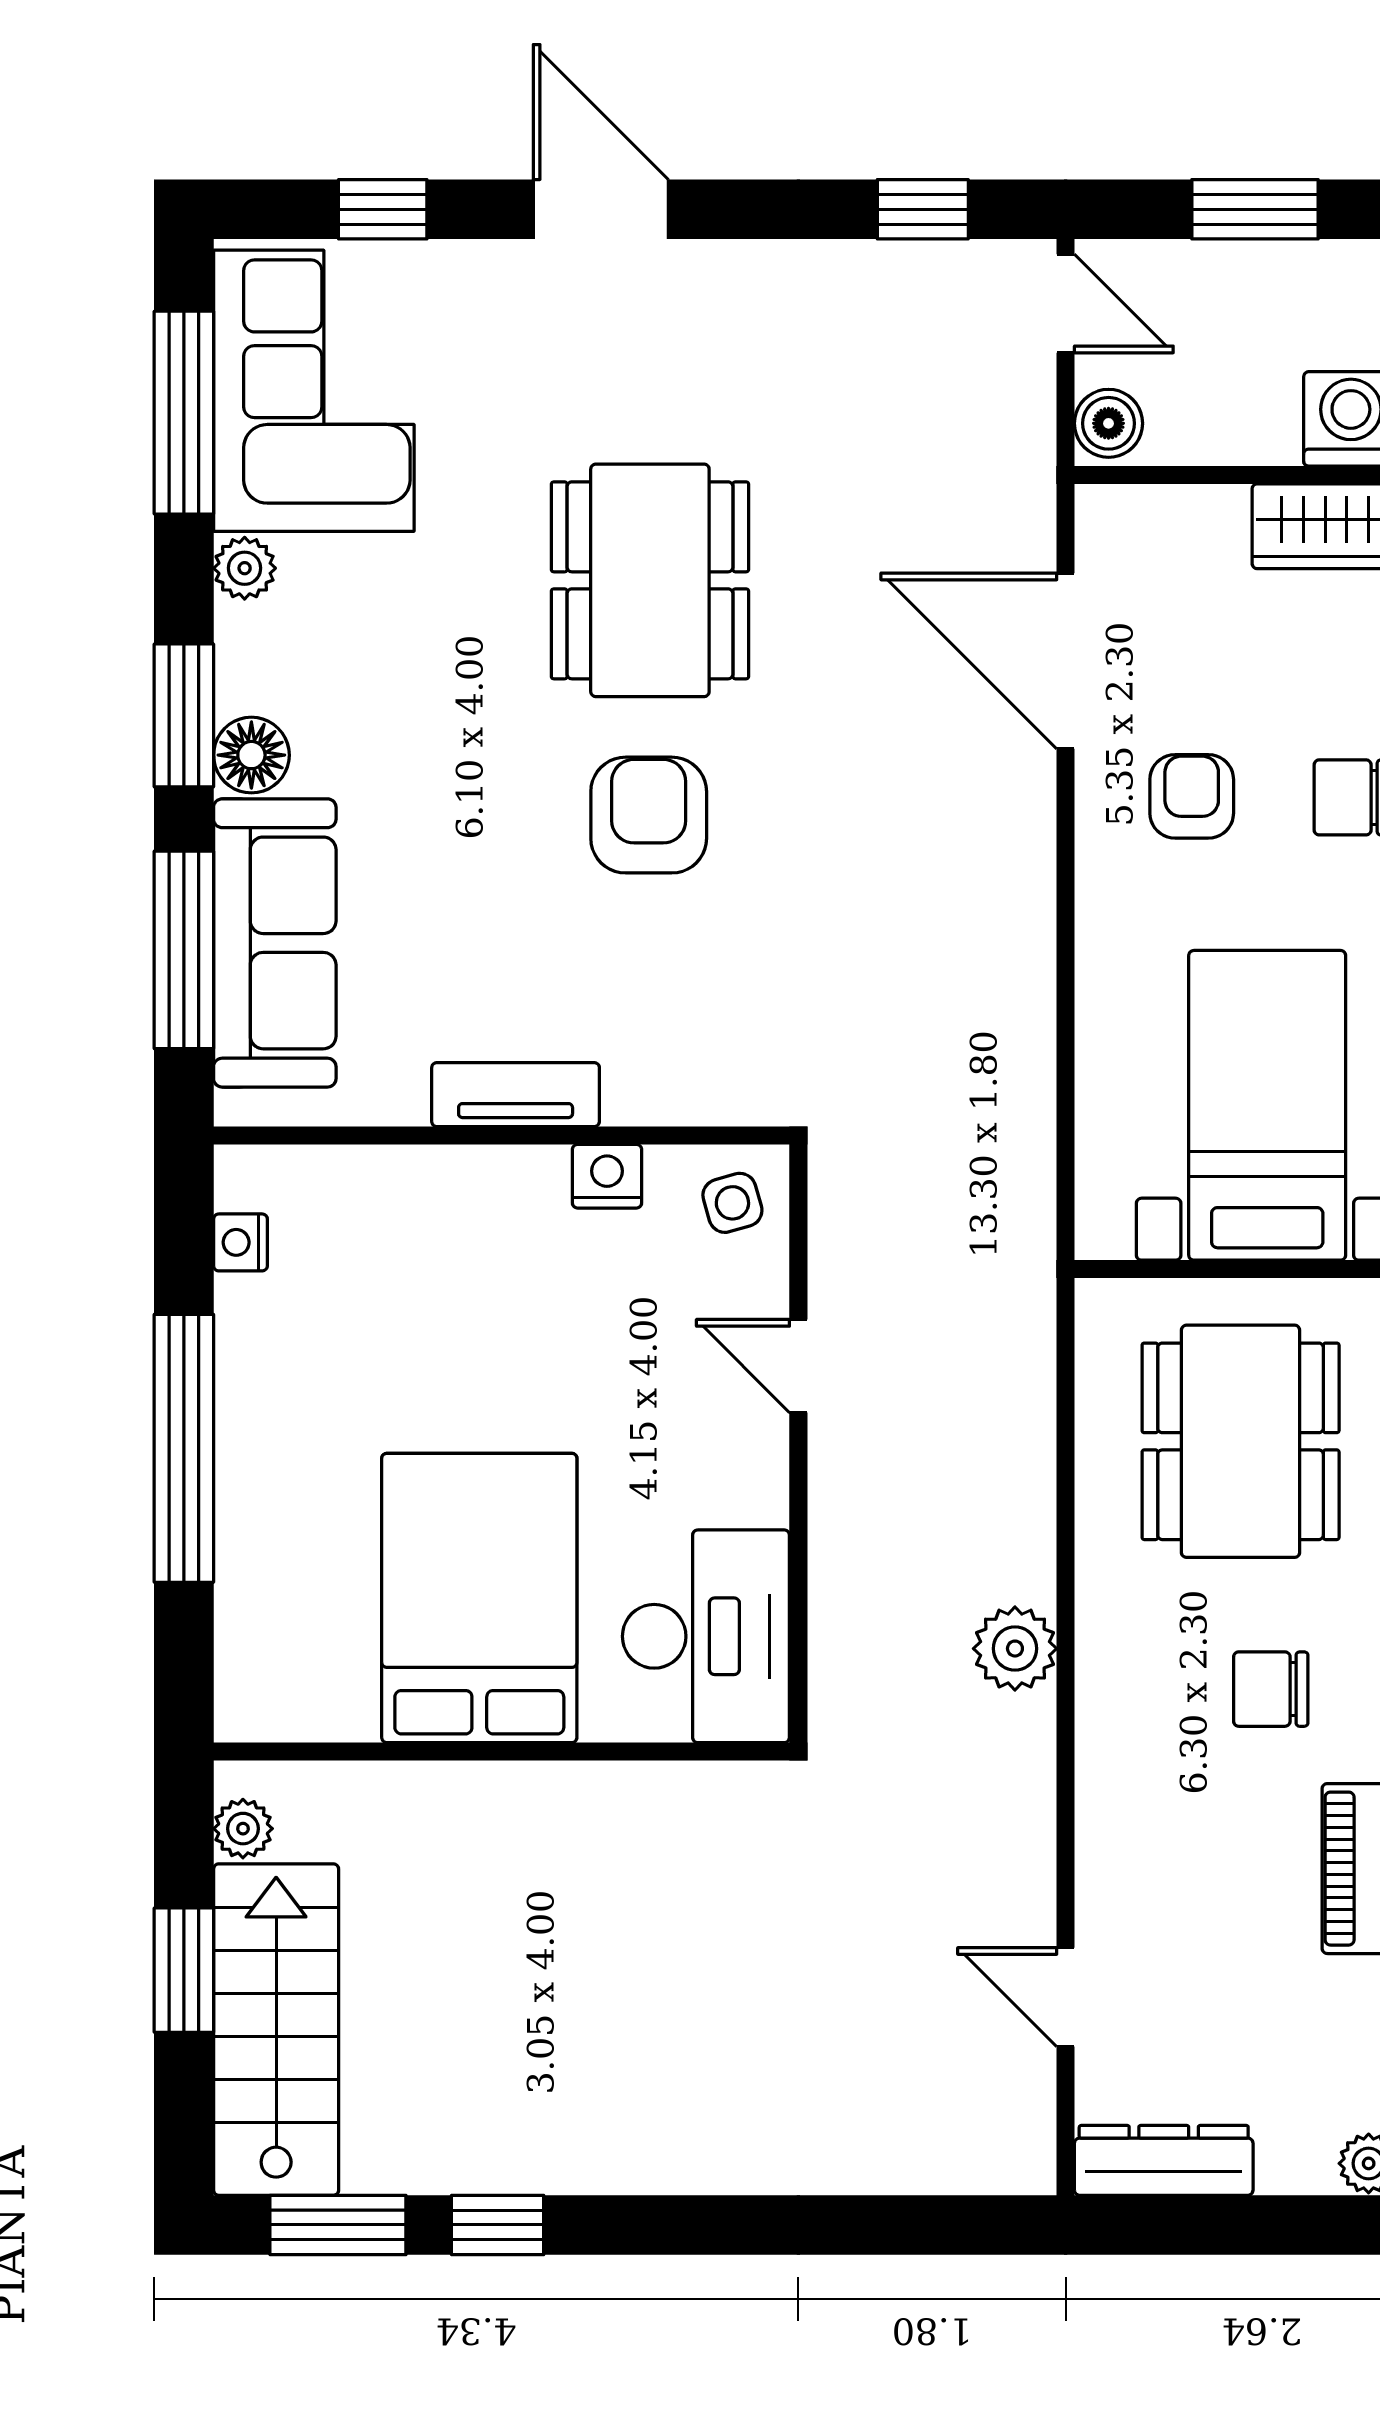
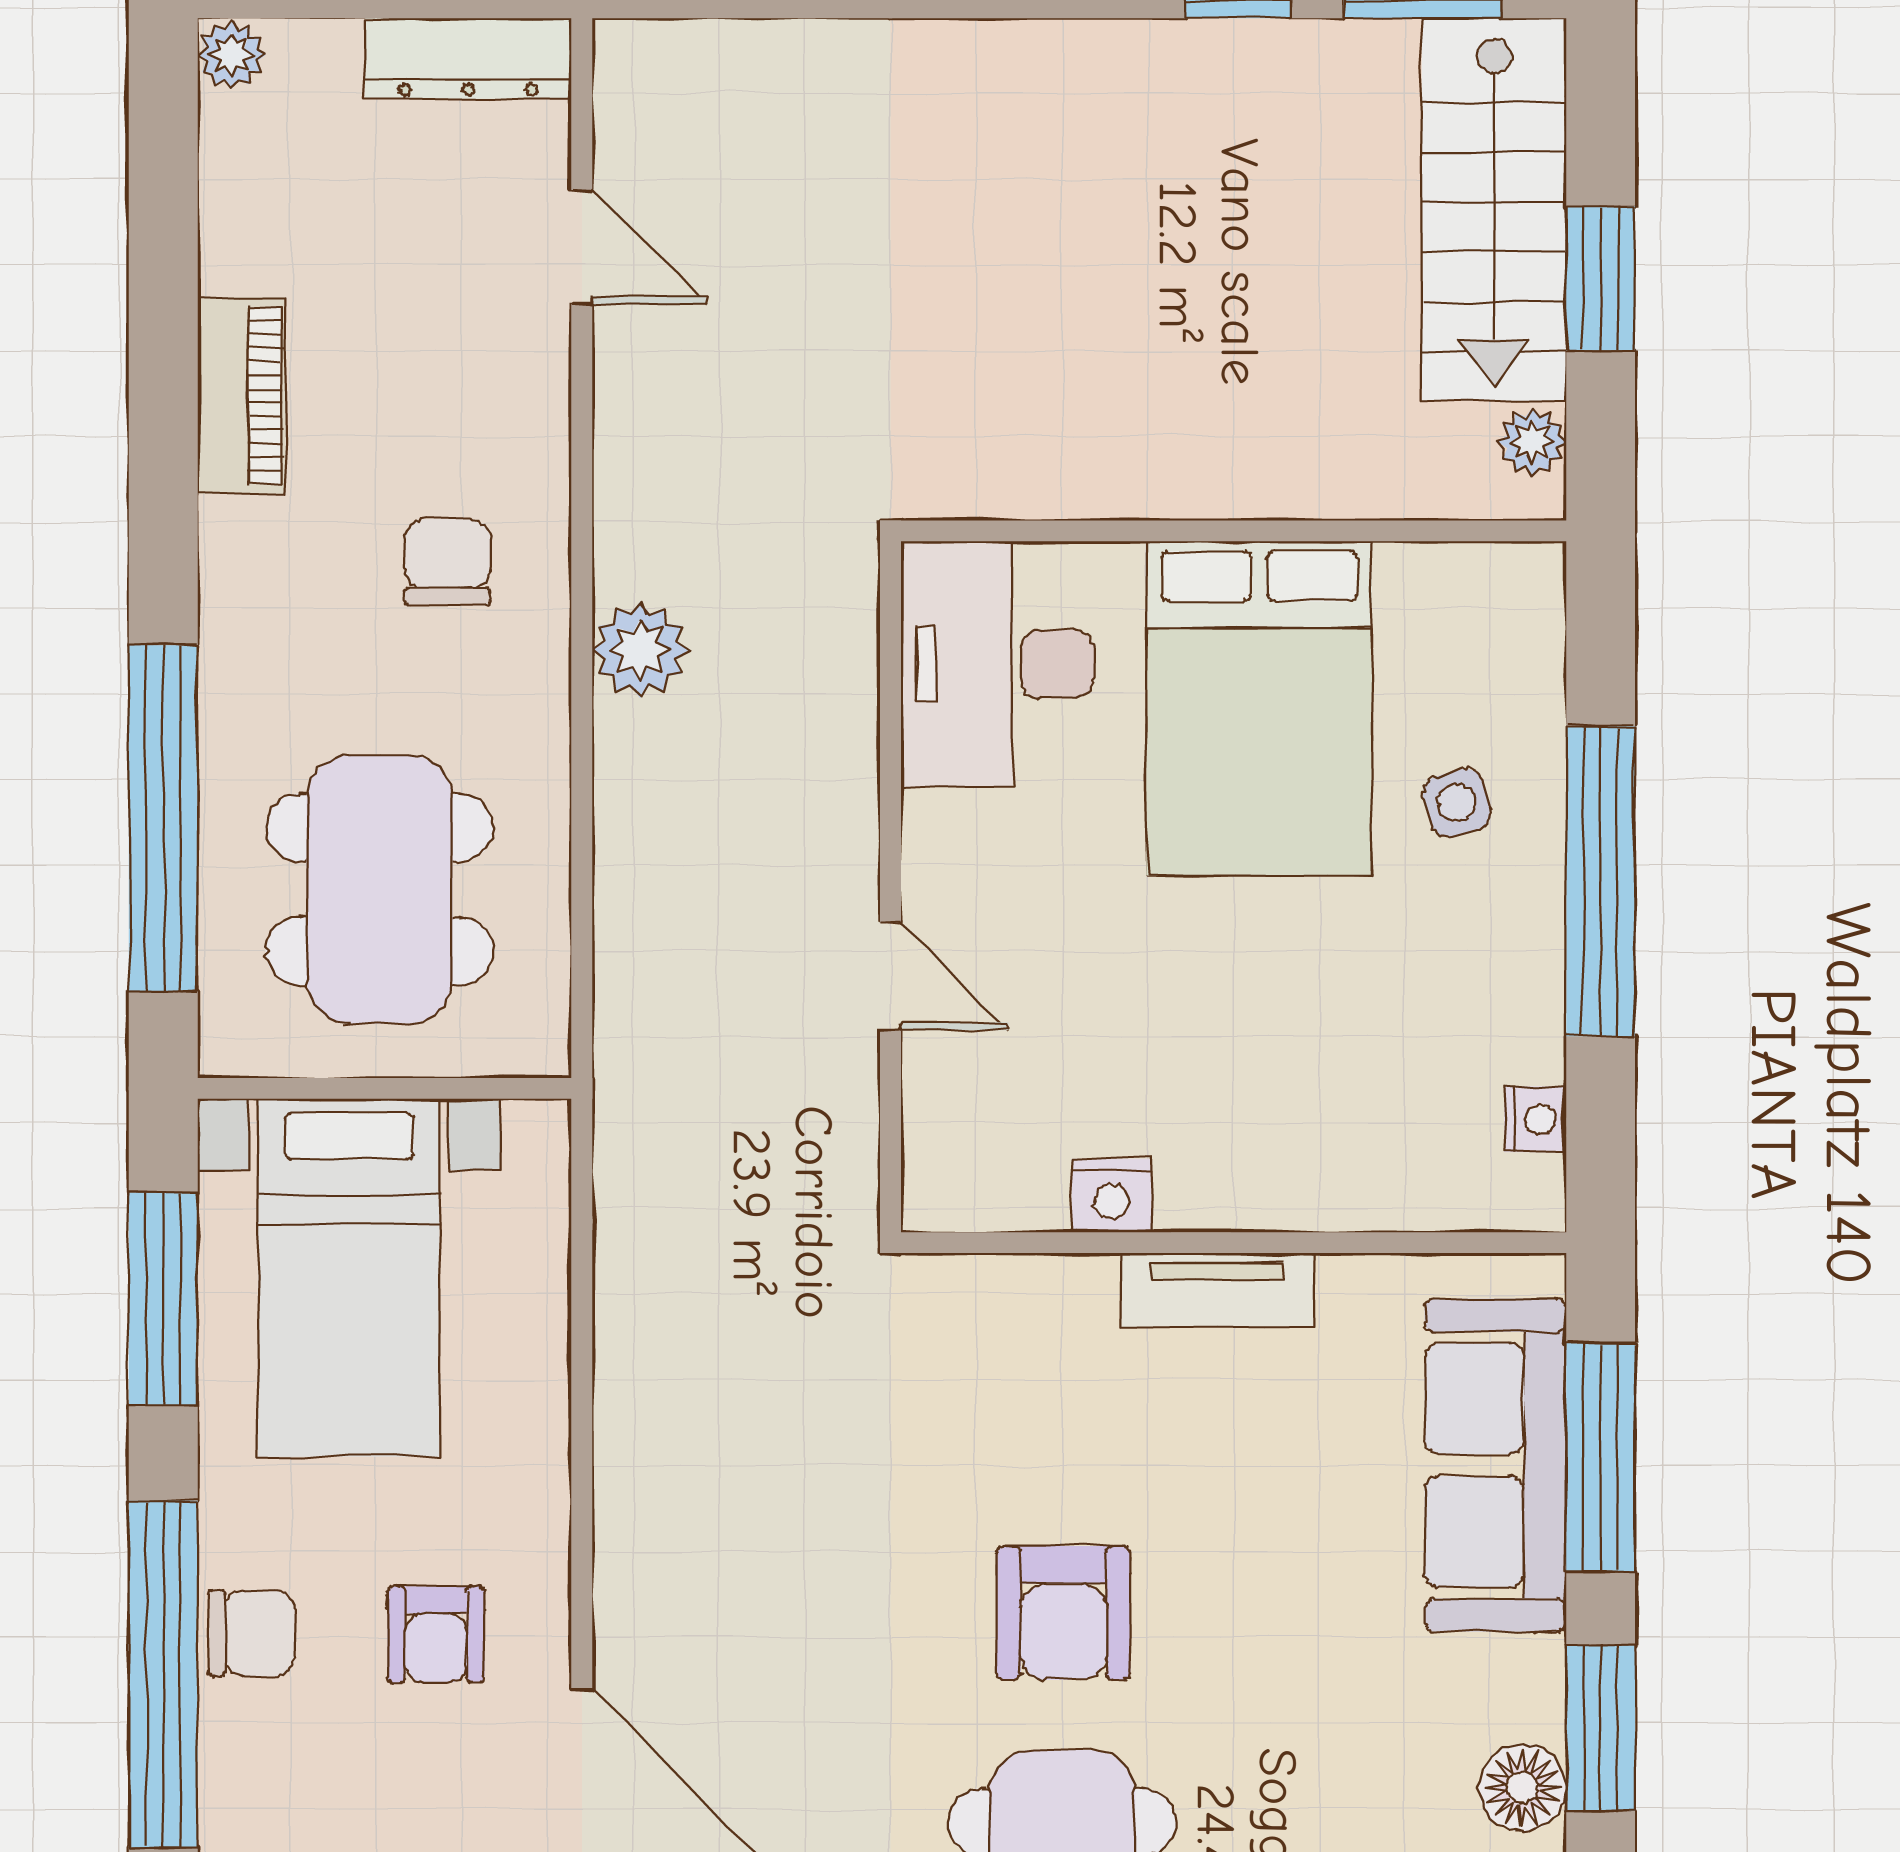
floor lamp: (251, 755) -> (1523, 1788), moved
side table: (732, 1203) -> (1457, 803), moved
chair: (1271, 1689) -> (448, 562), moved, turned -90

